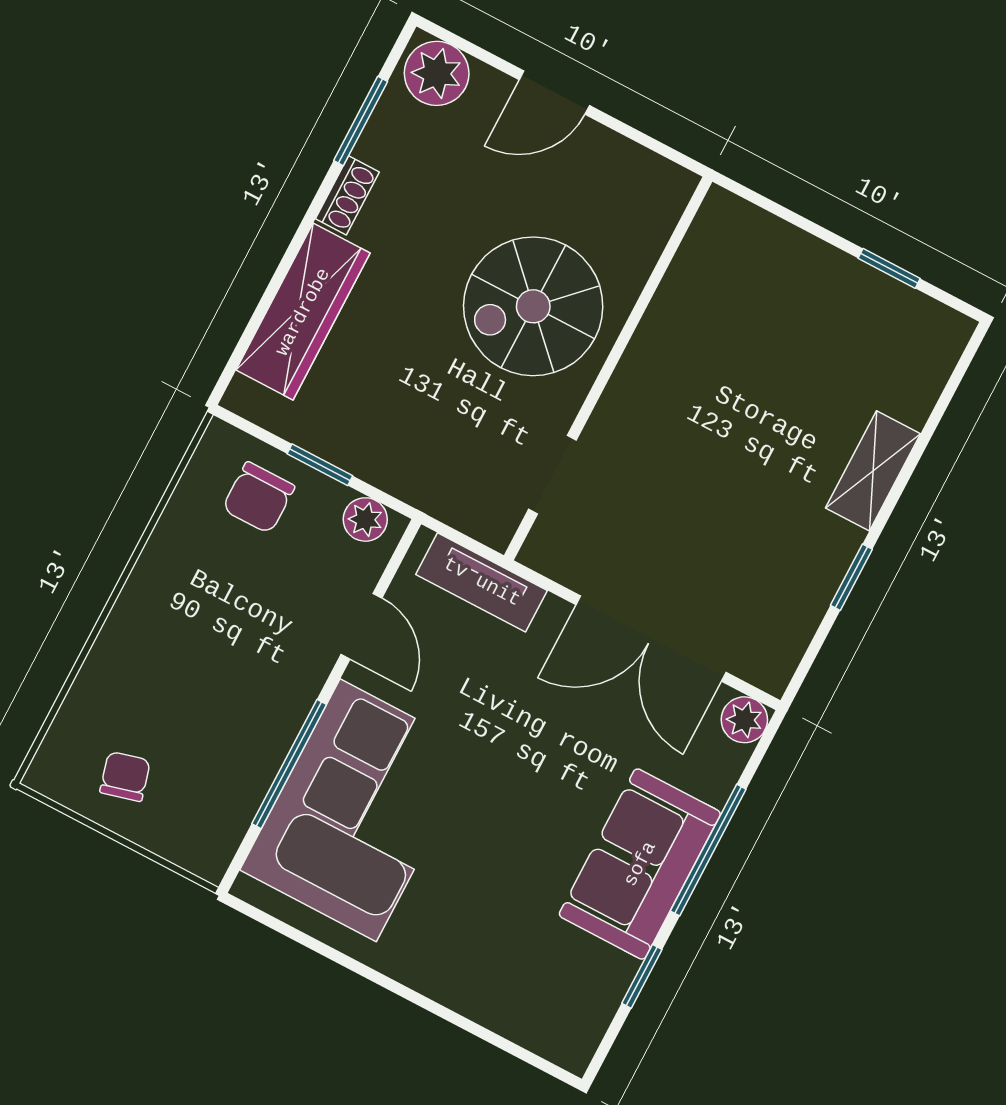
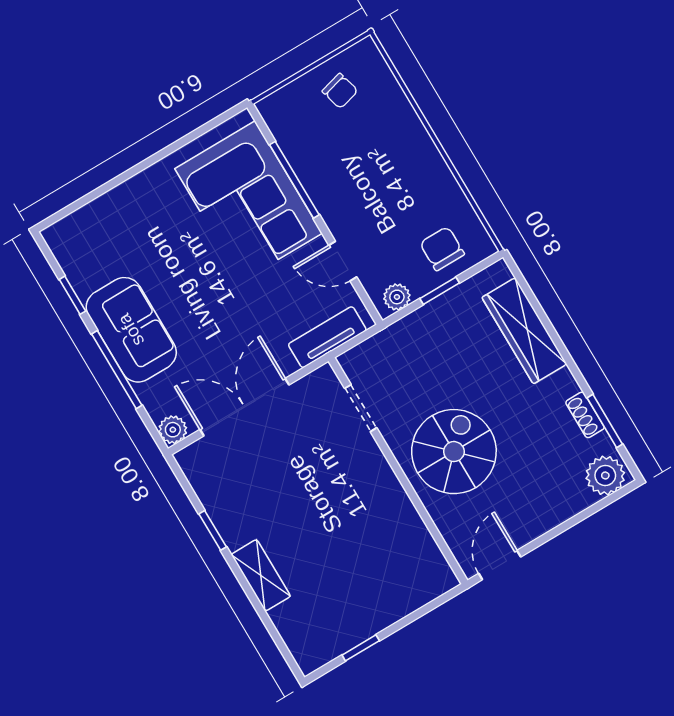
door: (554, 93) -> (500, 565), moved
shoe rack: (347, 195) -> (585, 415), moved

